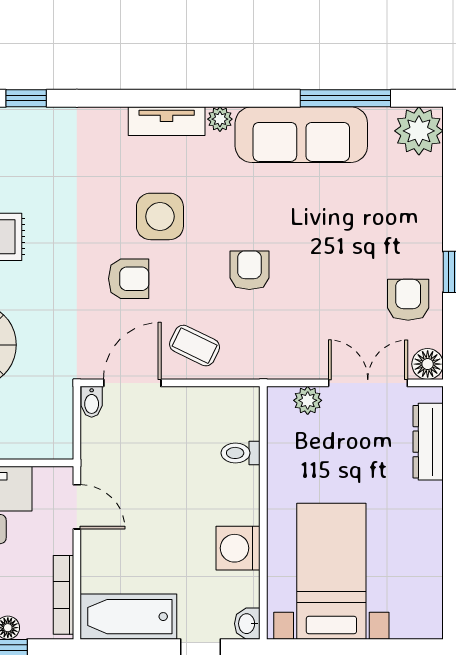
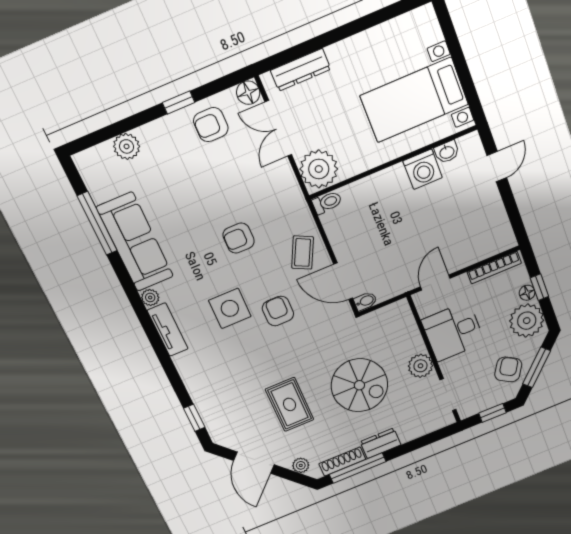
plant: (419, 131) -> (127, 146), moved, width x0.73, depth x0.73
plant: (308, 400) -> (319, 169), width x1.87, depth x1.87
toilet: (241, 453) -> (327, 202), moved, turned -90
bathtub: (128, 617) -> (493, 221), removed
washbasin: (247, 624) -> (447, 152), moved

